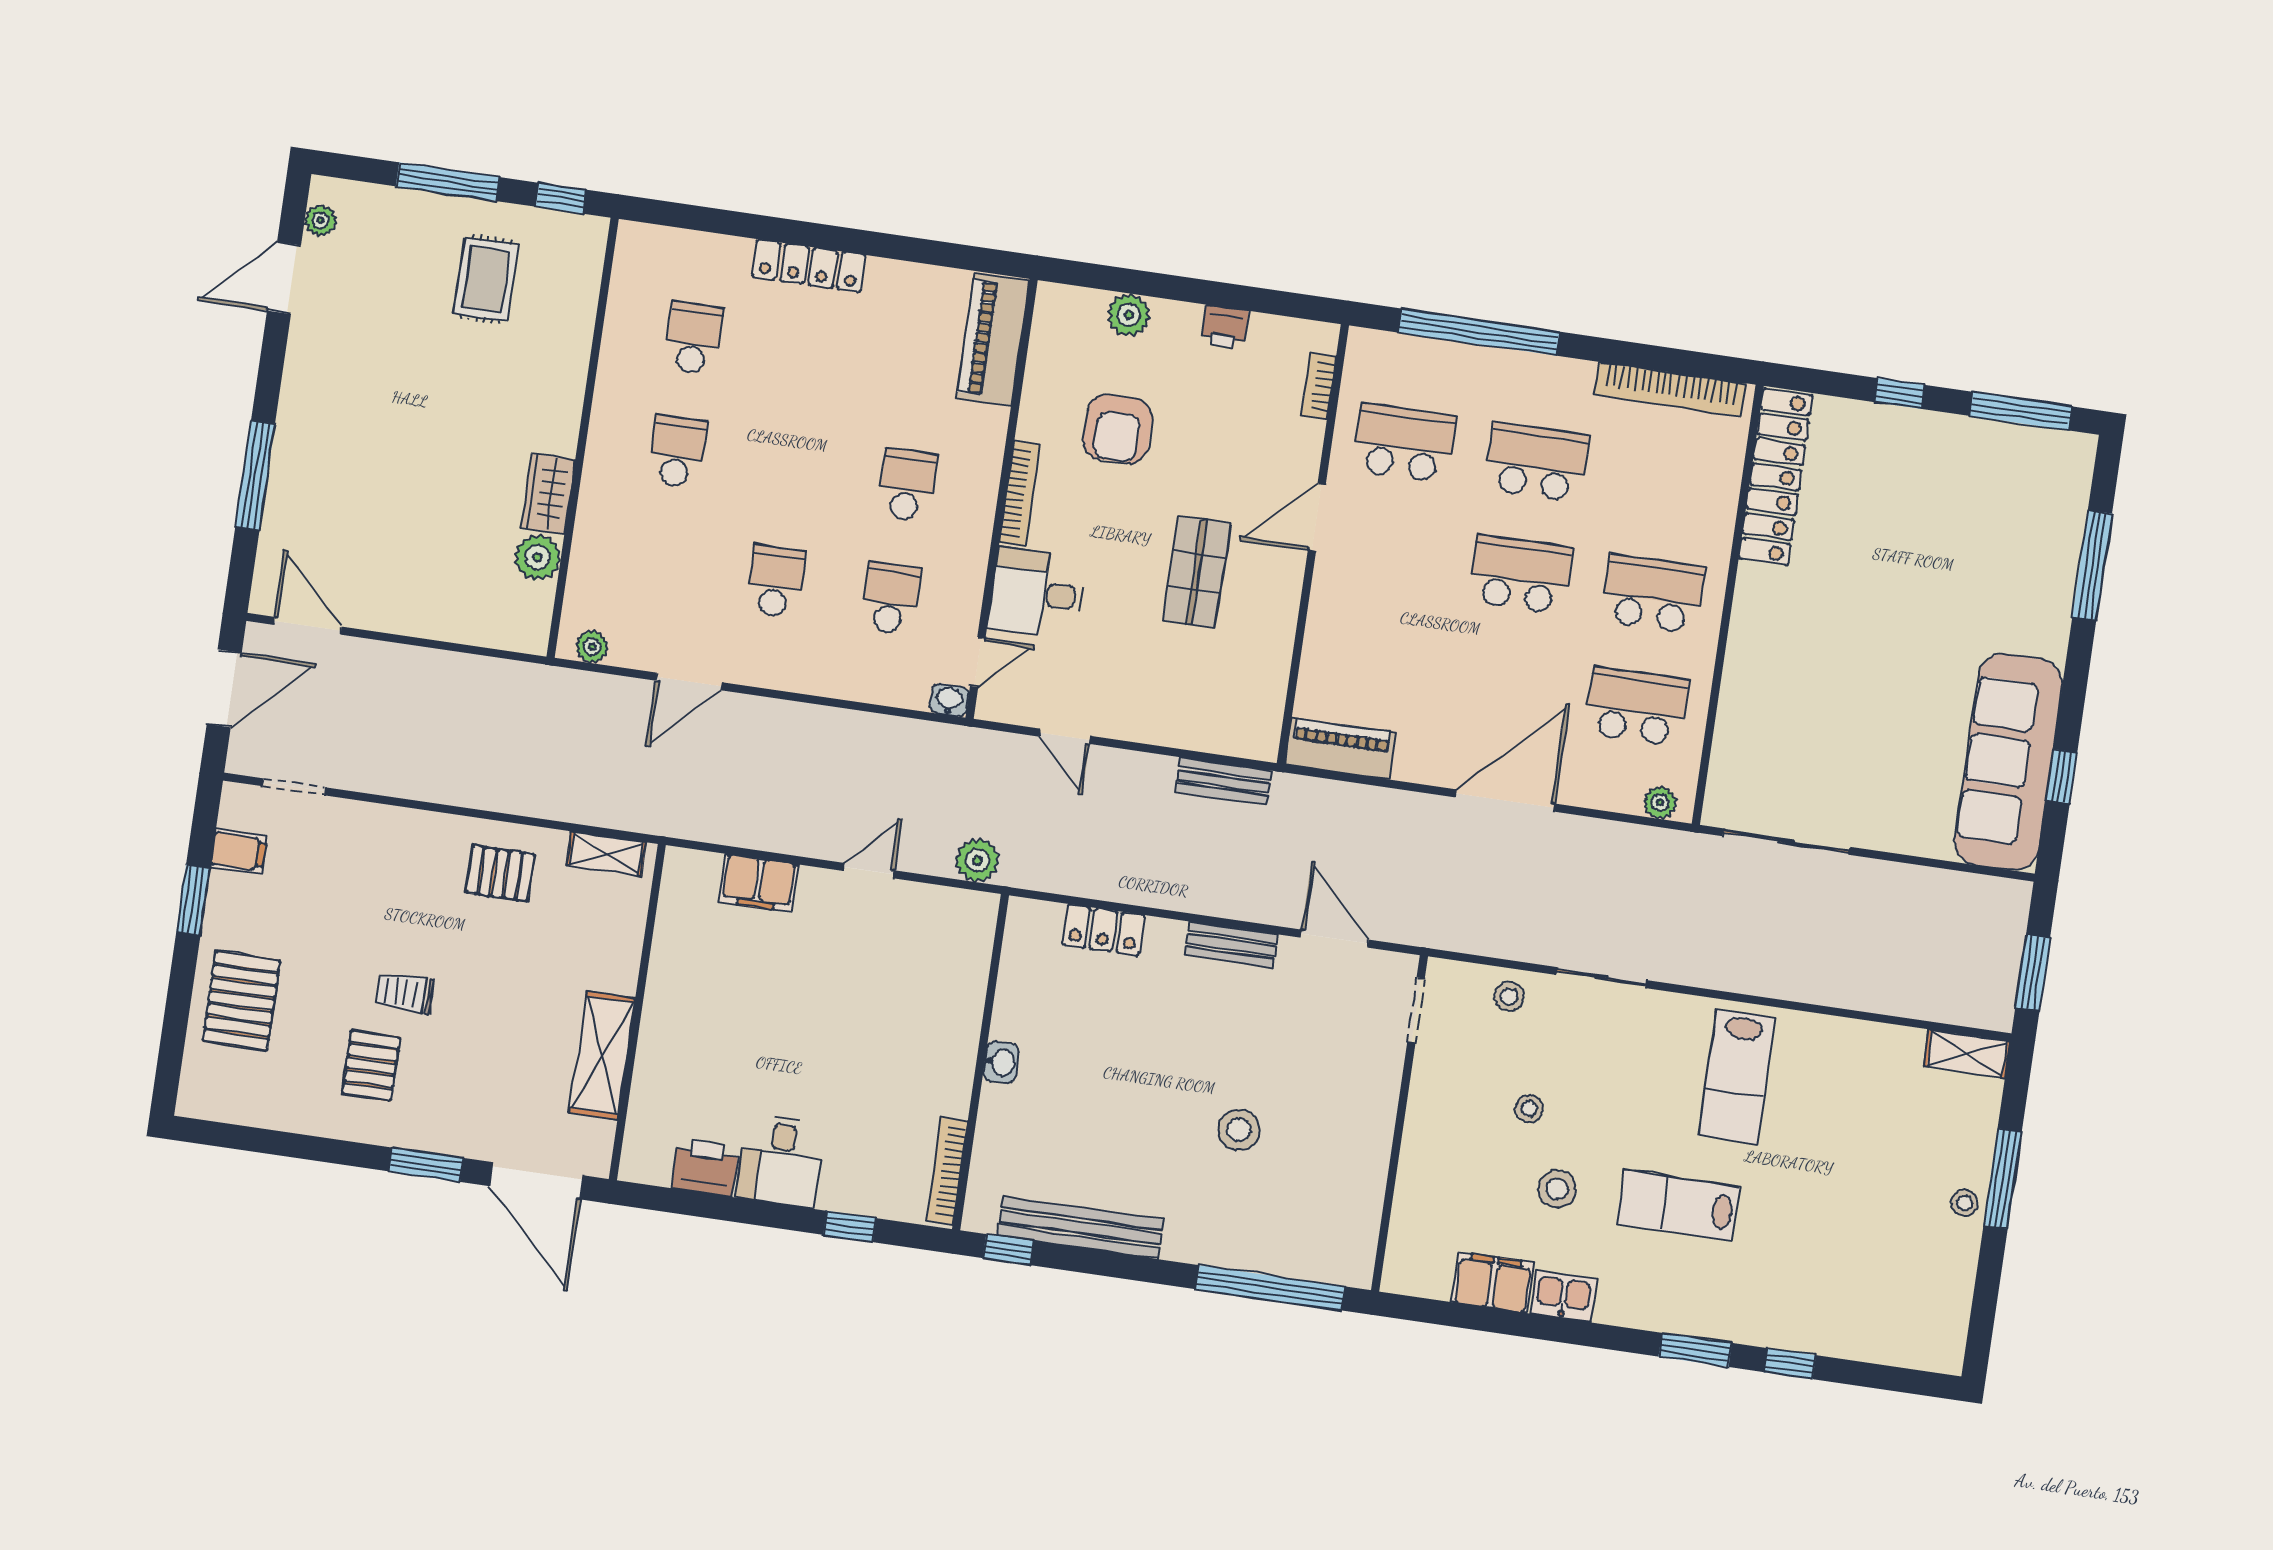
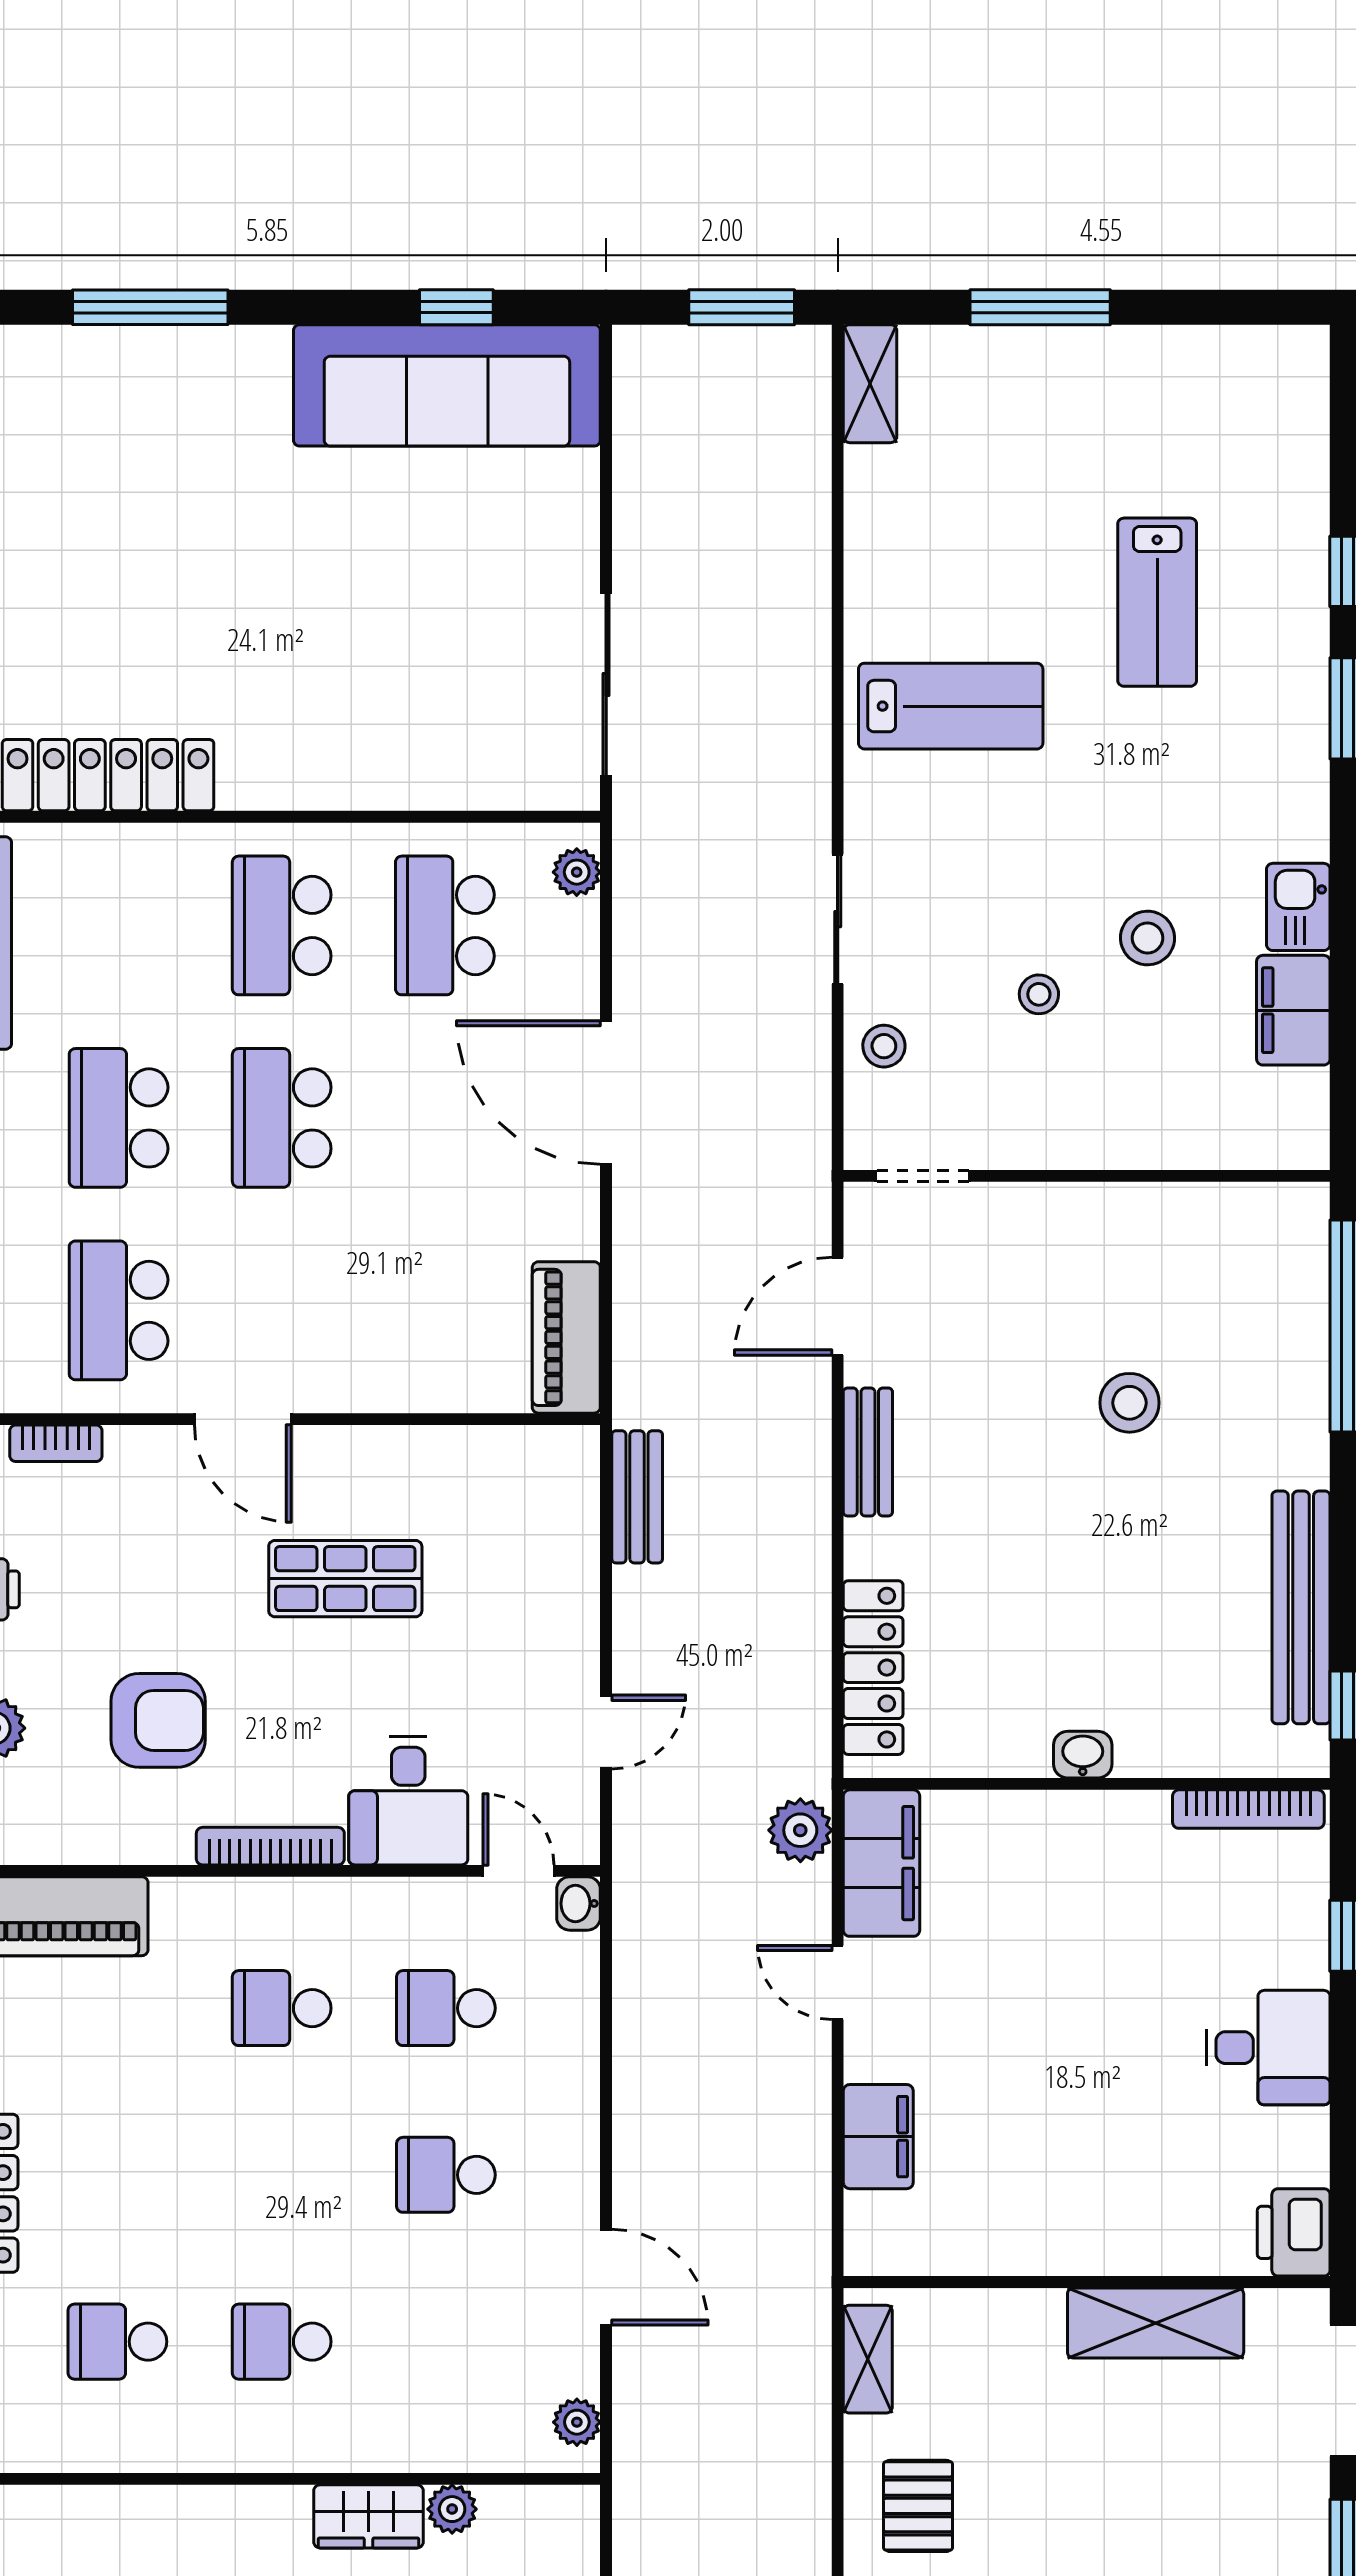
plant: (538, 557) -> (452, 2509), width x0.73, depth x0.73
filing cabinet: (947, 913) -> (882, 1863), added
locker: (1103, 930) -> (873, 1668), width x1.53
printer: (705, 1168) -> (1294, 2232), moved
stool: (1965, 1203) -> (1083, 356), removed
lab bench: (1678, 1205) -> (1157, 602), moved

